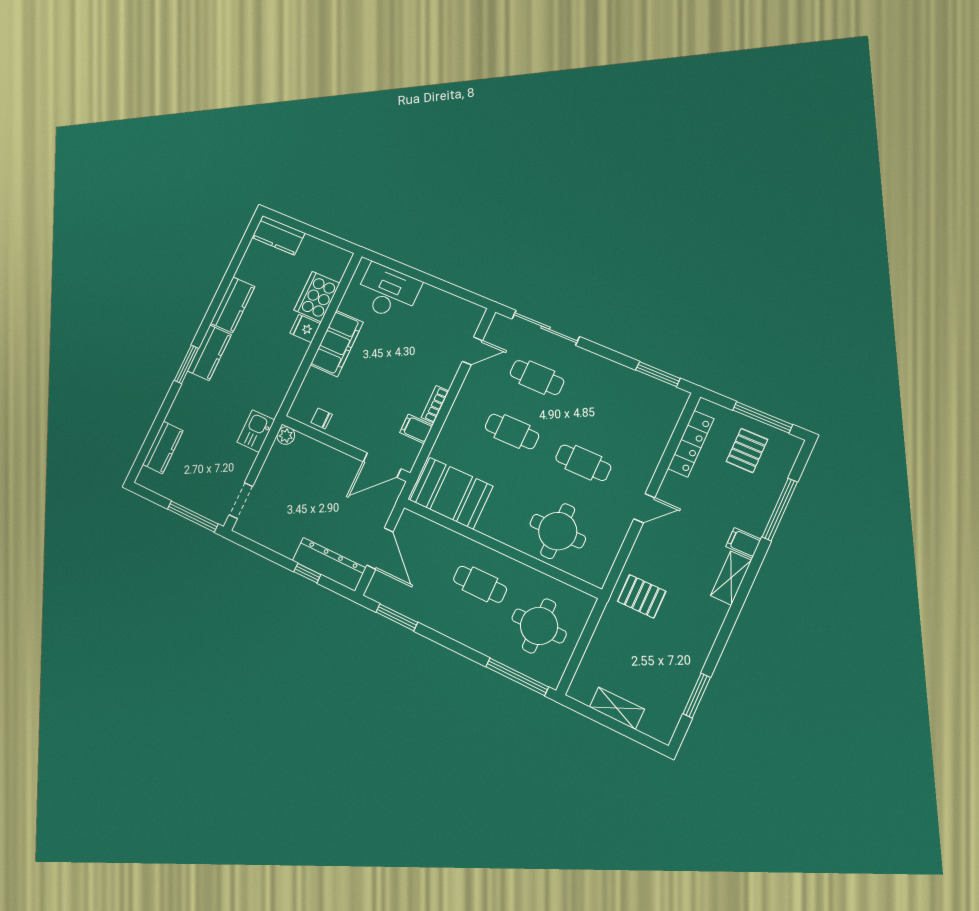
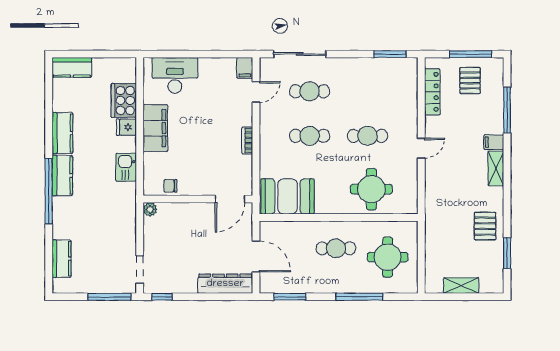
window: (186, 364) -> (49, 191), width x2.11
filing cabinet: (416, 429) -> (245, 68), moved, turned -90
kitchen sink: (256, 431) -> (126, 167), moved
window: (307, 573) -> (162, 297), moved
pallet: (642, 596) -> (485, 226), moved, turned 90
window: (517, 677) -> (359, 297), moved

